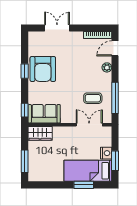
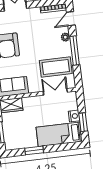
coffee table: (93, 98) -> (56, 67), width x1.86, depth x1.72
window: (115, 98) -> (75, 50), moved
window: (84, 185) -> (34, 150), moved

